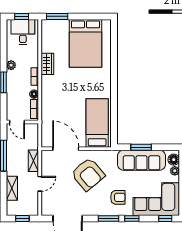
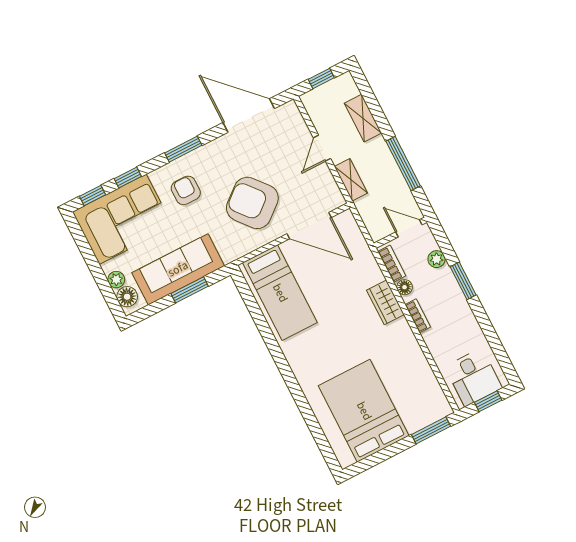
wardrobe: (47, 64) -> (385, 302), moved
plant: (11, 65) -> (437, 259), moved
armchair: (118, 197) -> (186, 190), turned 90
window: (132, 218) -> (128, 177), moved

